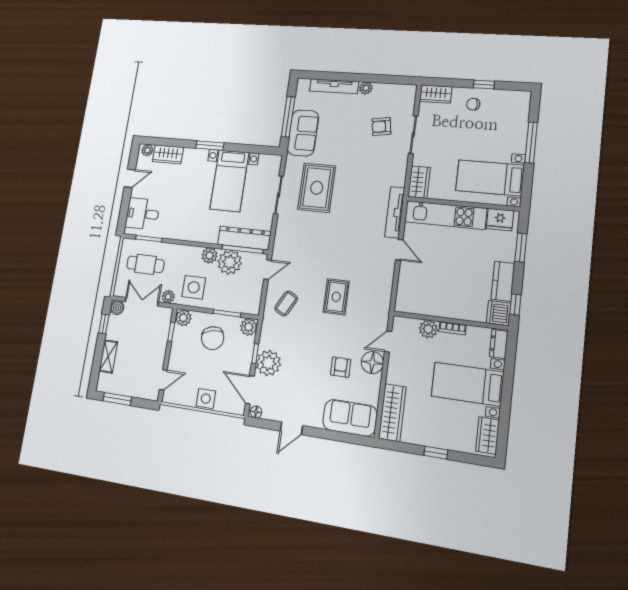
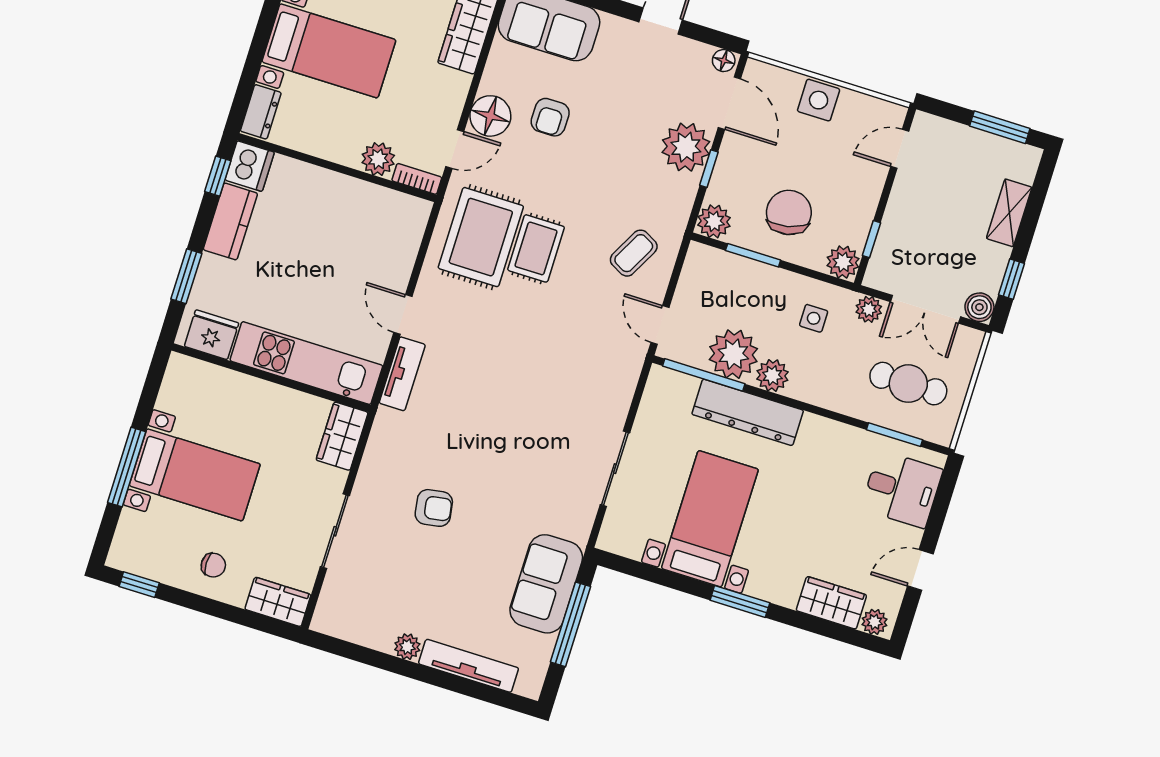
window: (484, 84) -> (139, 585), moved
armchair: (381, 127) -> (434, 508), moved
bed with nightstands: (490, 178) -> (195, 475), moved
rug: (317, 188) -> (481, 237), moved
tv unit: (395, 212) -> (402, 374), width x0.71
dresser: (244, 238) -> (748, 412), moved
door: (268, 270) -> (660, 325), hinge flipped
side table: (194, 287) -> (814, 318), width x0.54, depth x0.54
bookcase: (452, 328) -> (417, 179), moved

